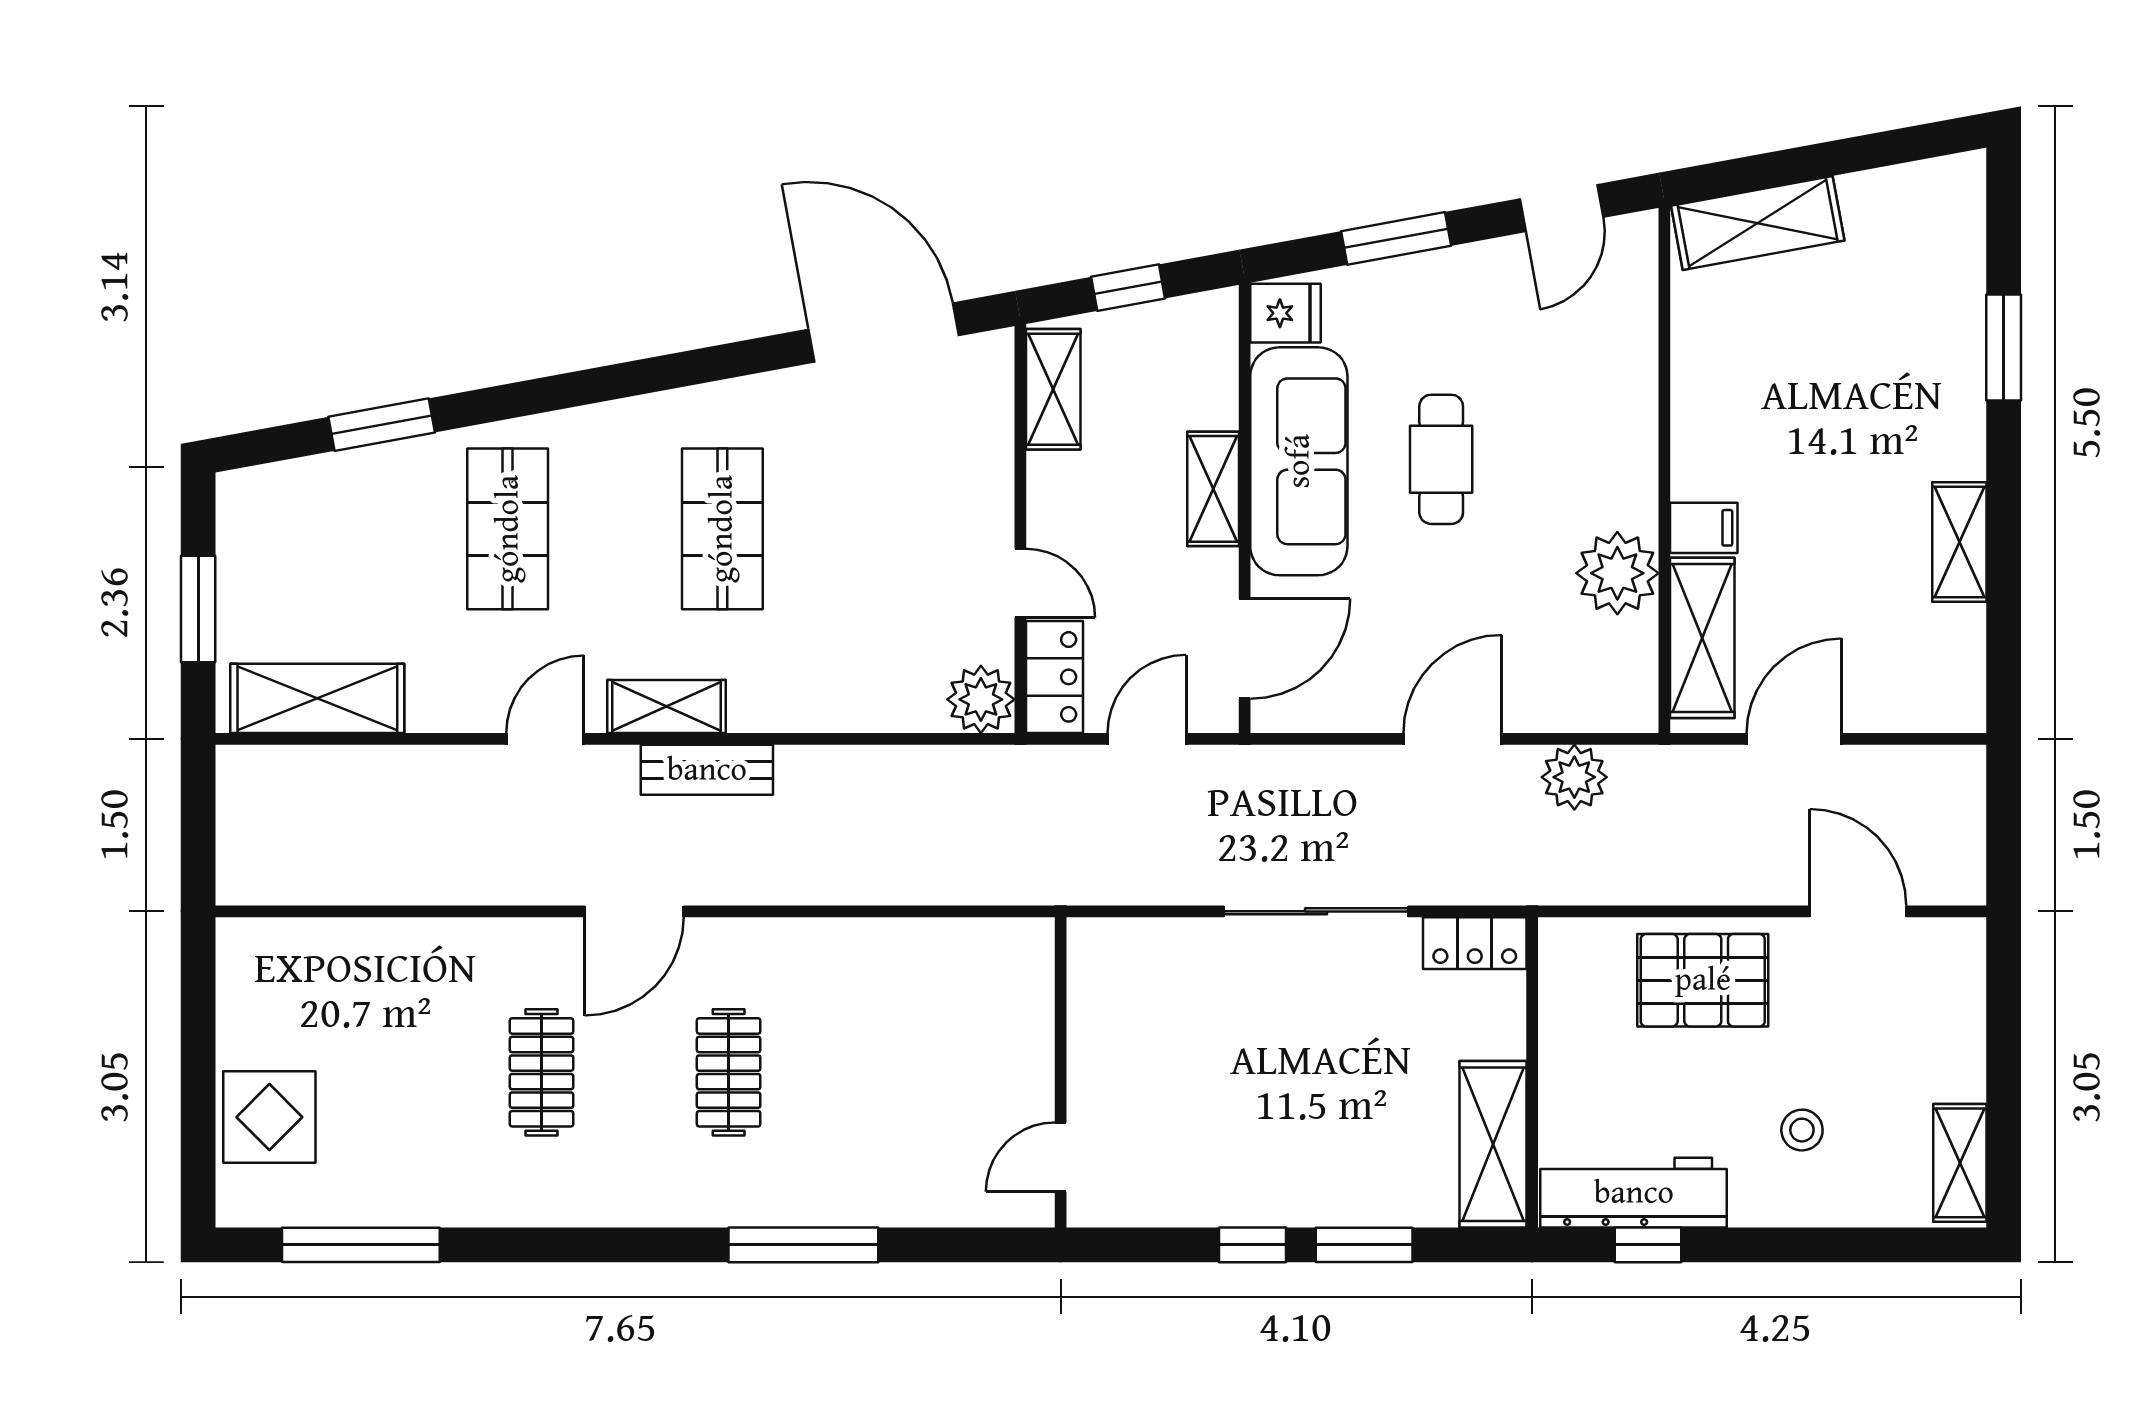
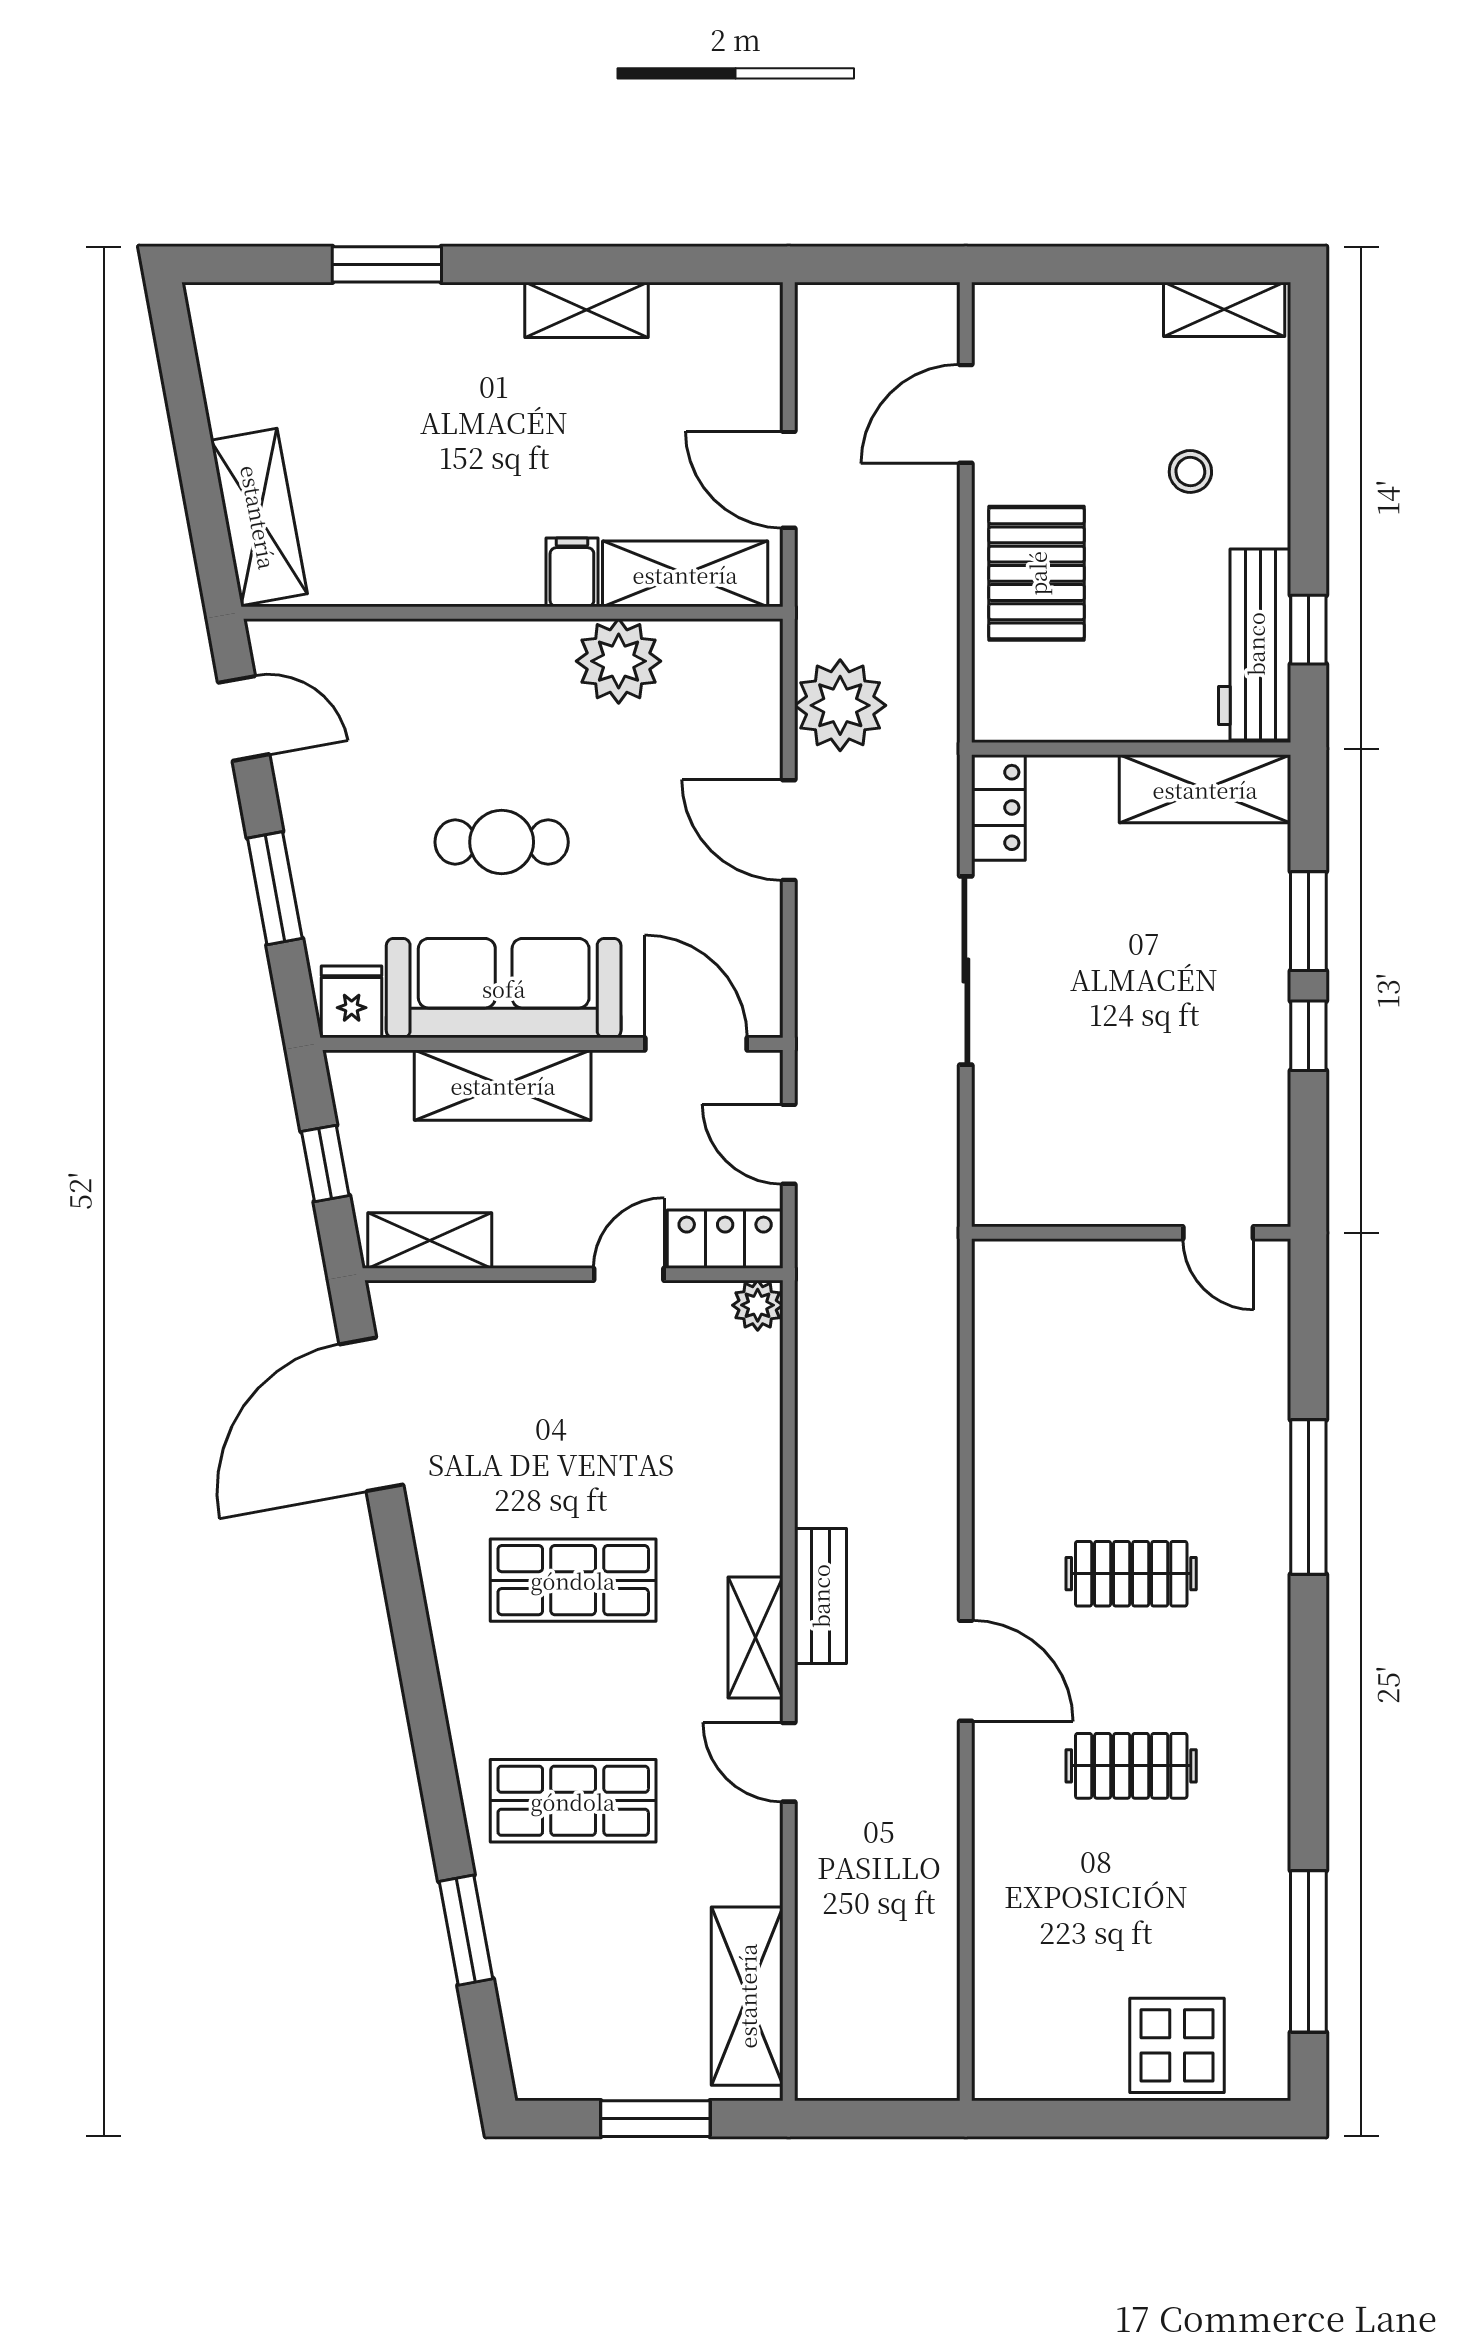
shelving: (1213, 489) -> (503, 1085), width x1.50, depth x1.33
plant: (981, 699) -> (758, 1305), width x0.73, depth x0.73
plant: (1574, 777) -> (840, 705), width x1.36, depth x1.36

